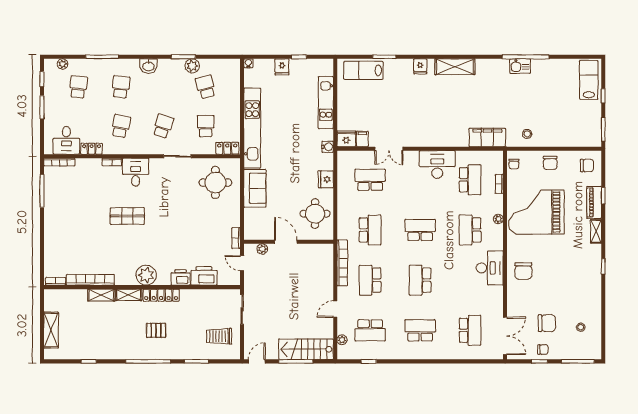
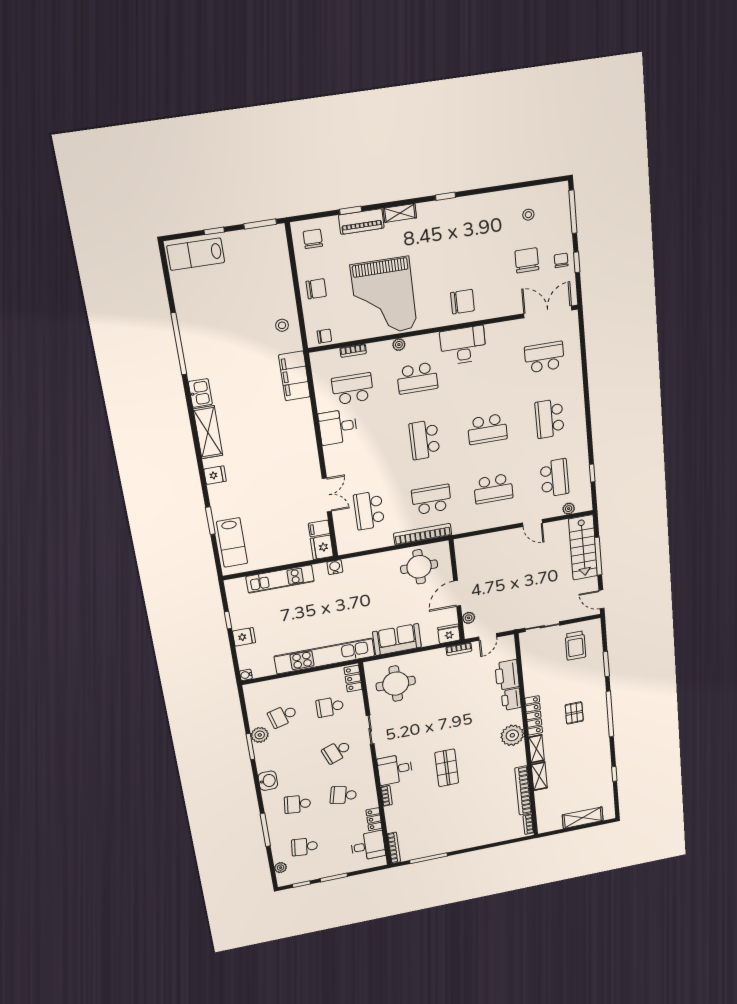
kitchen sink: (520, 66) -> (200, 393), moved
school desk: (163, 126) -> (337, 751), turned -39
desk: (437, 165) -> (338, 427), width x0.73
fridge: (326, 179) -> (449, 634), moved, turned 180
bookcase: (342, 263) -> (423, 534), moved

